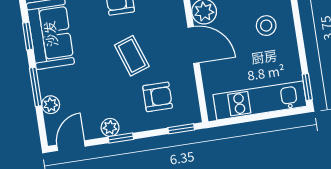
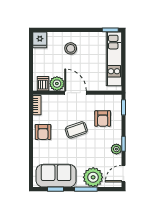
door: (193, 45) -> (76, 93), hinge flipped
armchair: (158, 97) -> (103, 118), turned 180
plant: (51, 105) -> (93, 177), width x1.87, depth x1.87
door: (71, 146) -> (124, 174), hinge flipped

